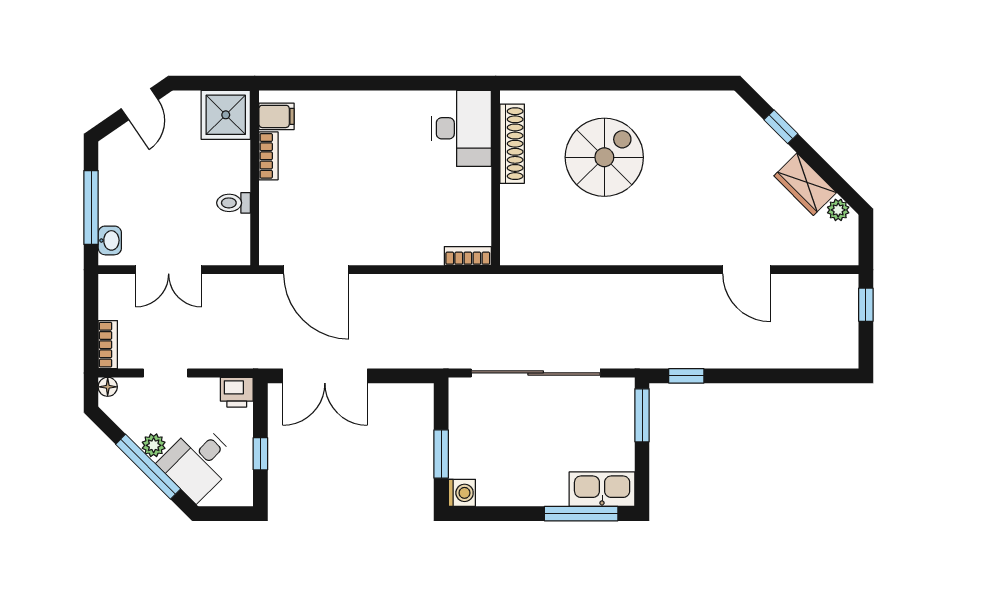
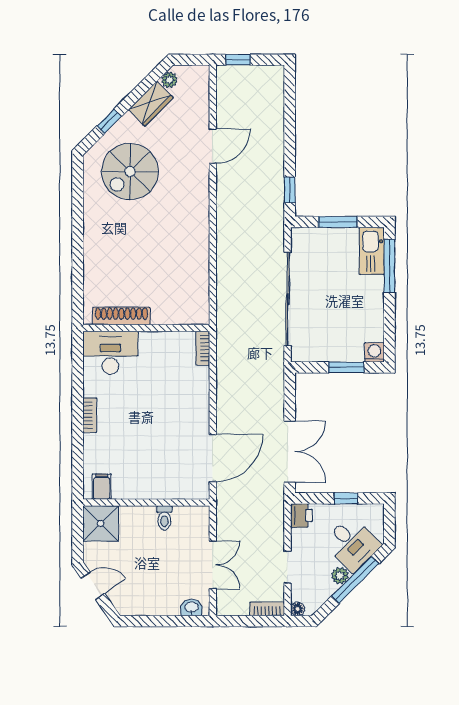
bookcase: (268, 156) -> (90, 415), moved, turned 90
spiral stairs: (604, 157) -> (130, 171), moved, turned -90
window: (91, 207) -> (168, 621), removed
window: (642, 415) -> (338, 222), moved

